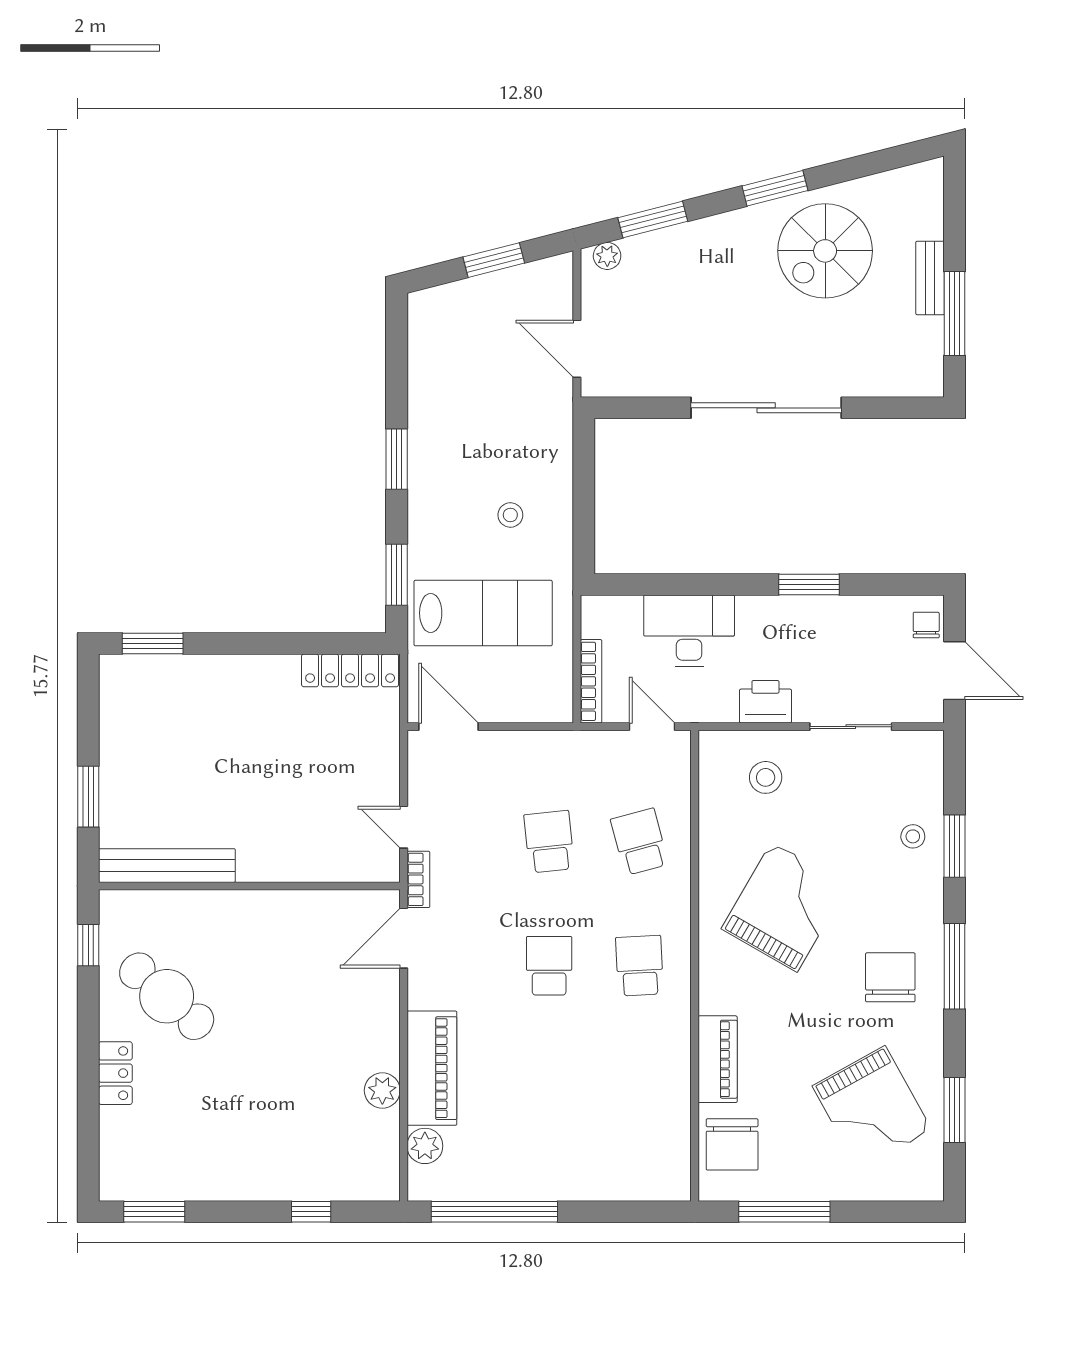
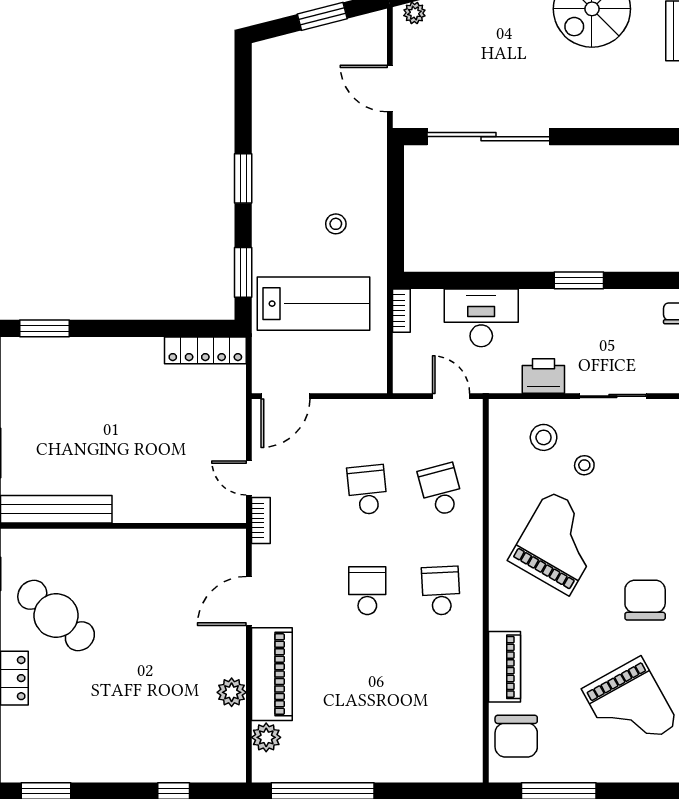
sliding door: (766, 408) -> (488, 137), moved
bookcase: (591, 681) -> (401, 311), moved, width x0.64
door: (448, 727) -> (285, 396), swing flipped
stool: (913, 836) -> (584, 465), moved
door: (404, 938) -> (249, 601), moved

